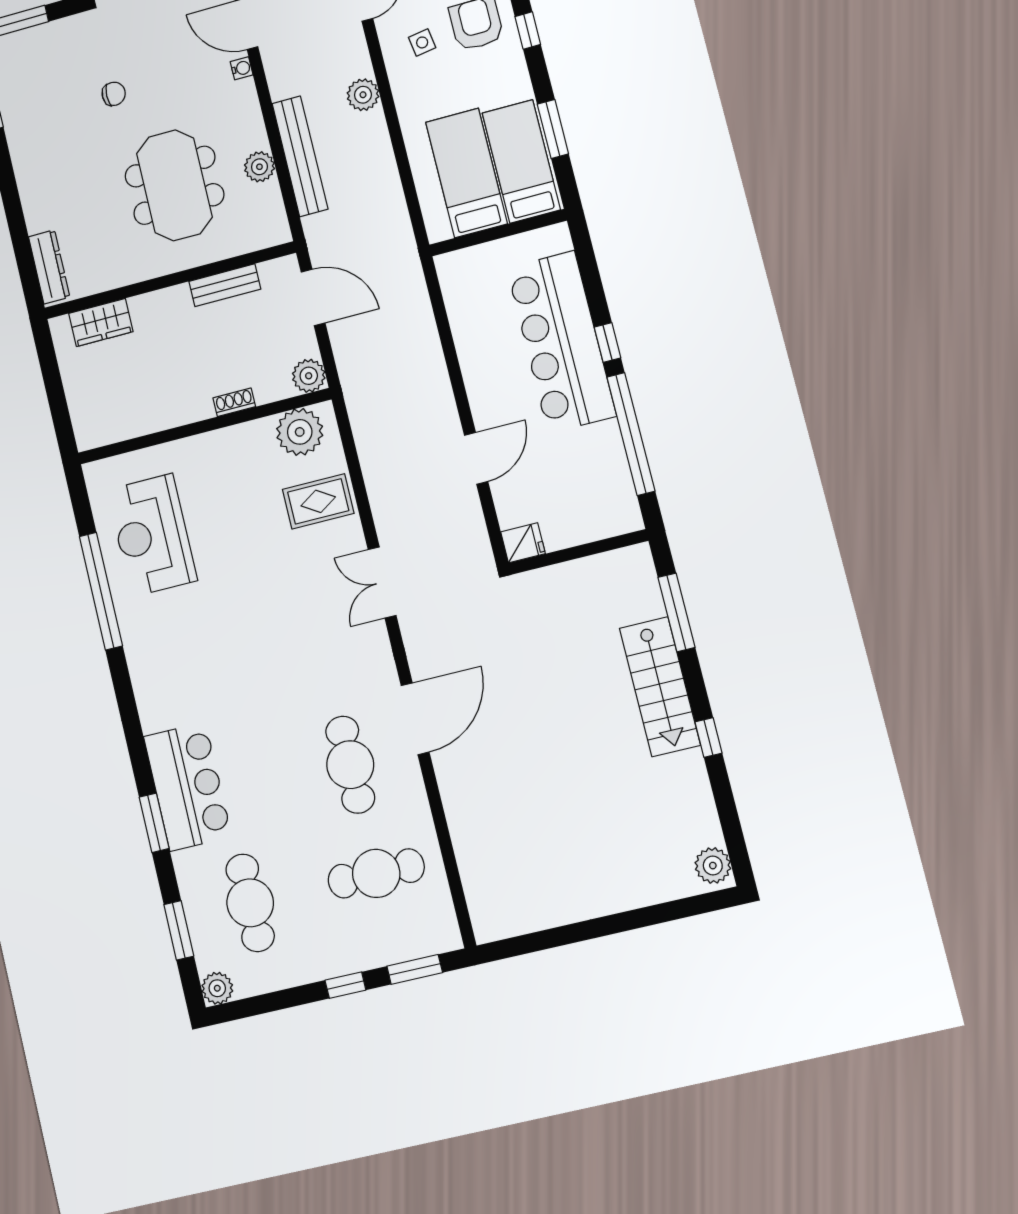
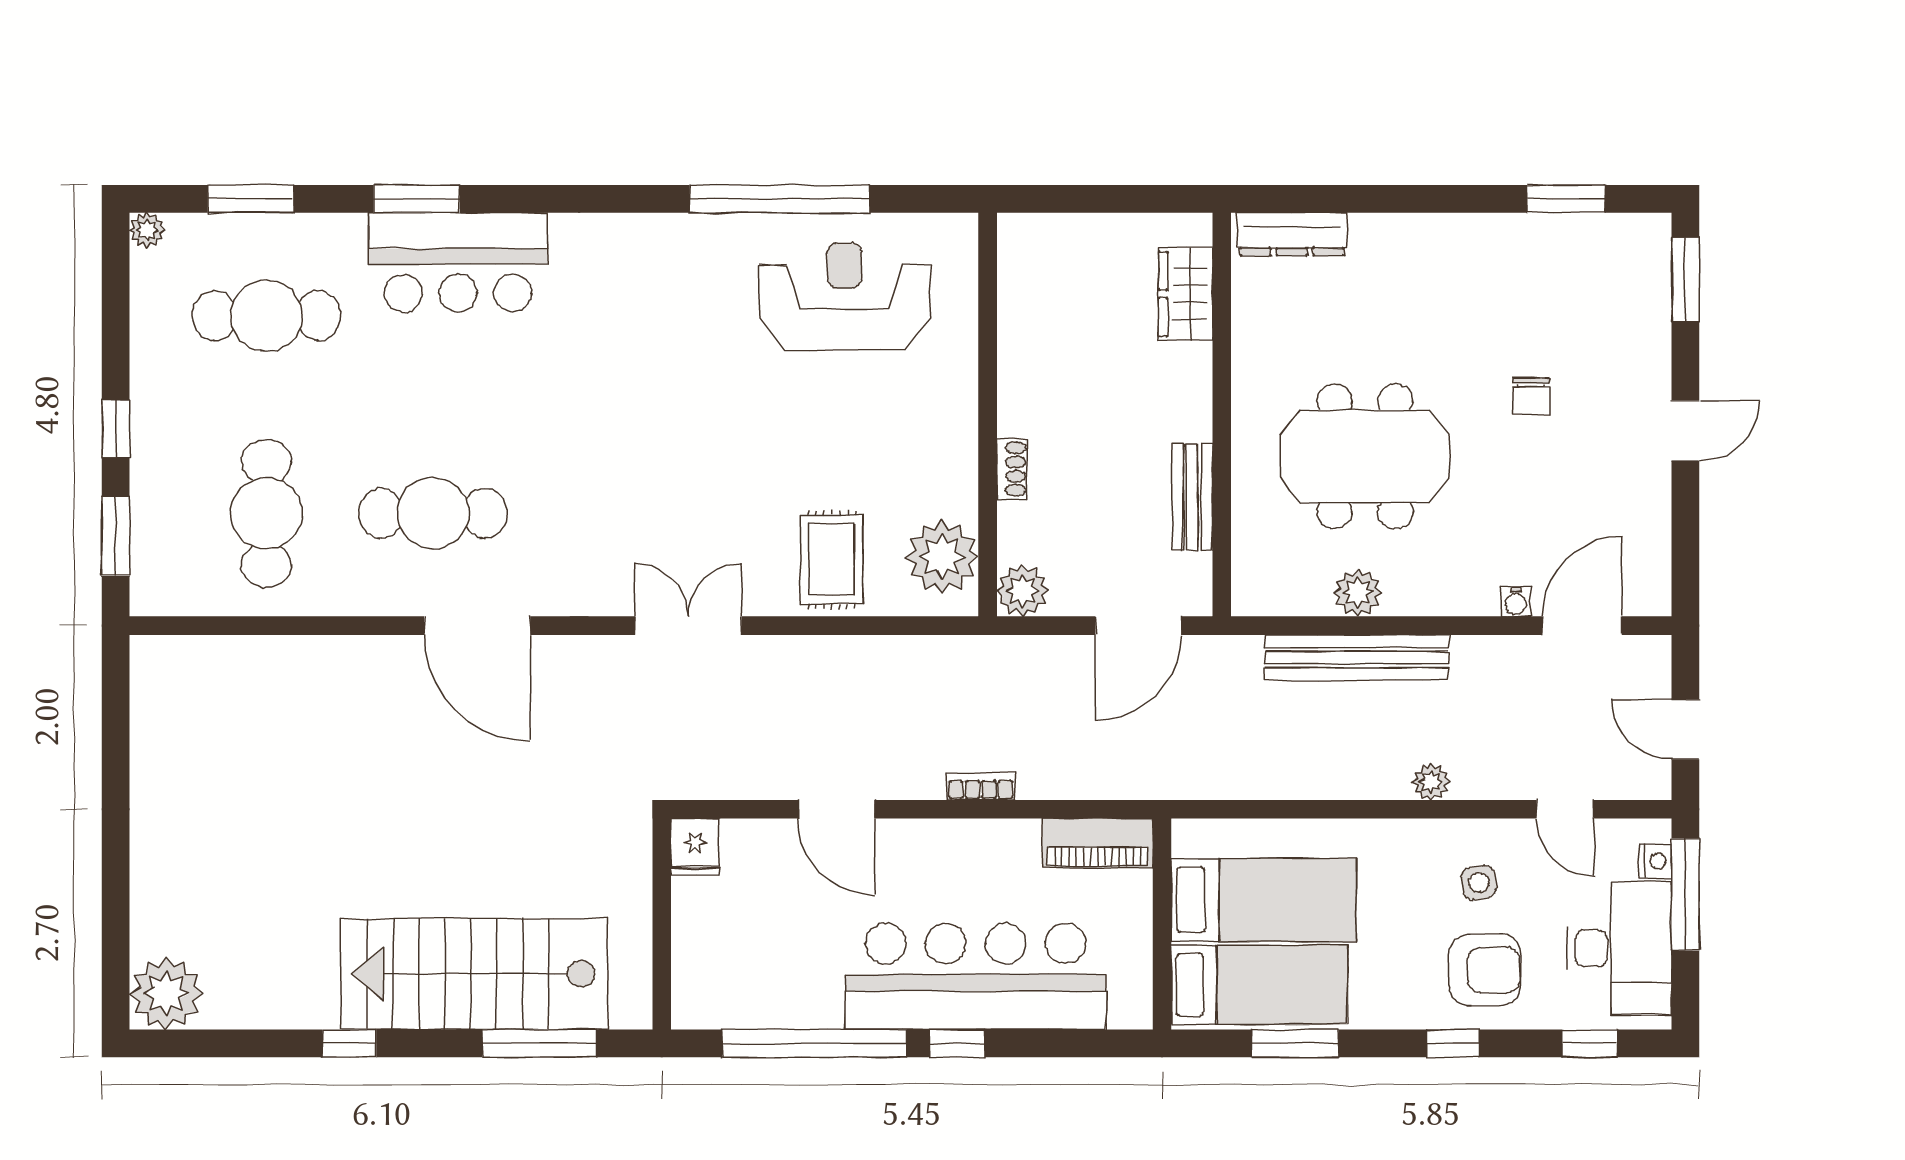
plant: (363, 95) -> (1431, 782), width x0.73, depth x0.73
piano: (457, 287) -> (1097, 843), added
bookcase: (439, 370) -> (981, 786), added
stairs: (660, 687) -> (474, 974), width x1.36, depth x1.51
plant: (713, 866) -> (166, 994), width x1.36, depth x1.36
plant: (217, 988) -> (147, 230), width x0.73, depth x0.73

